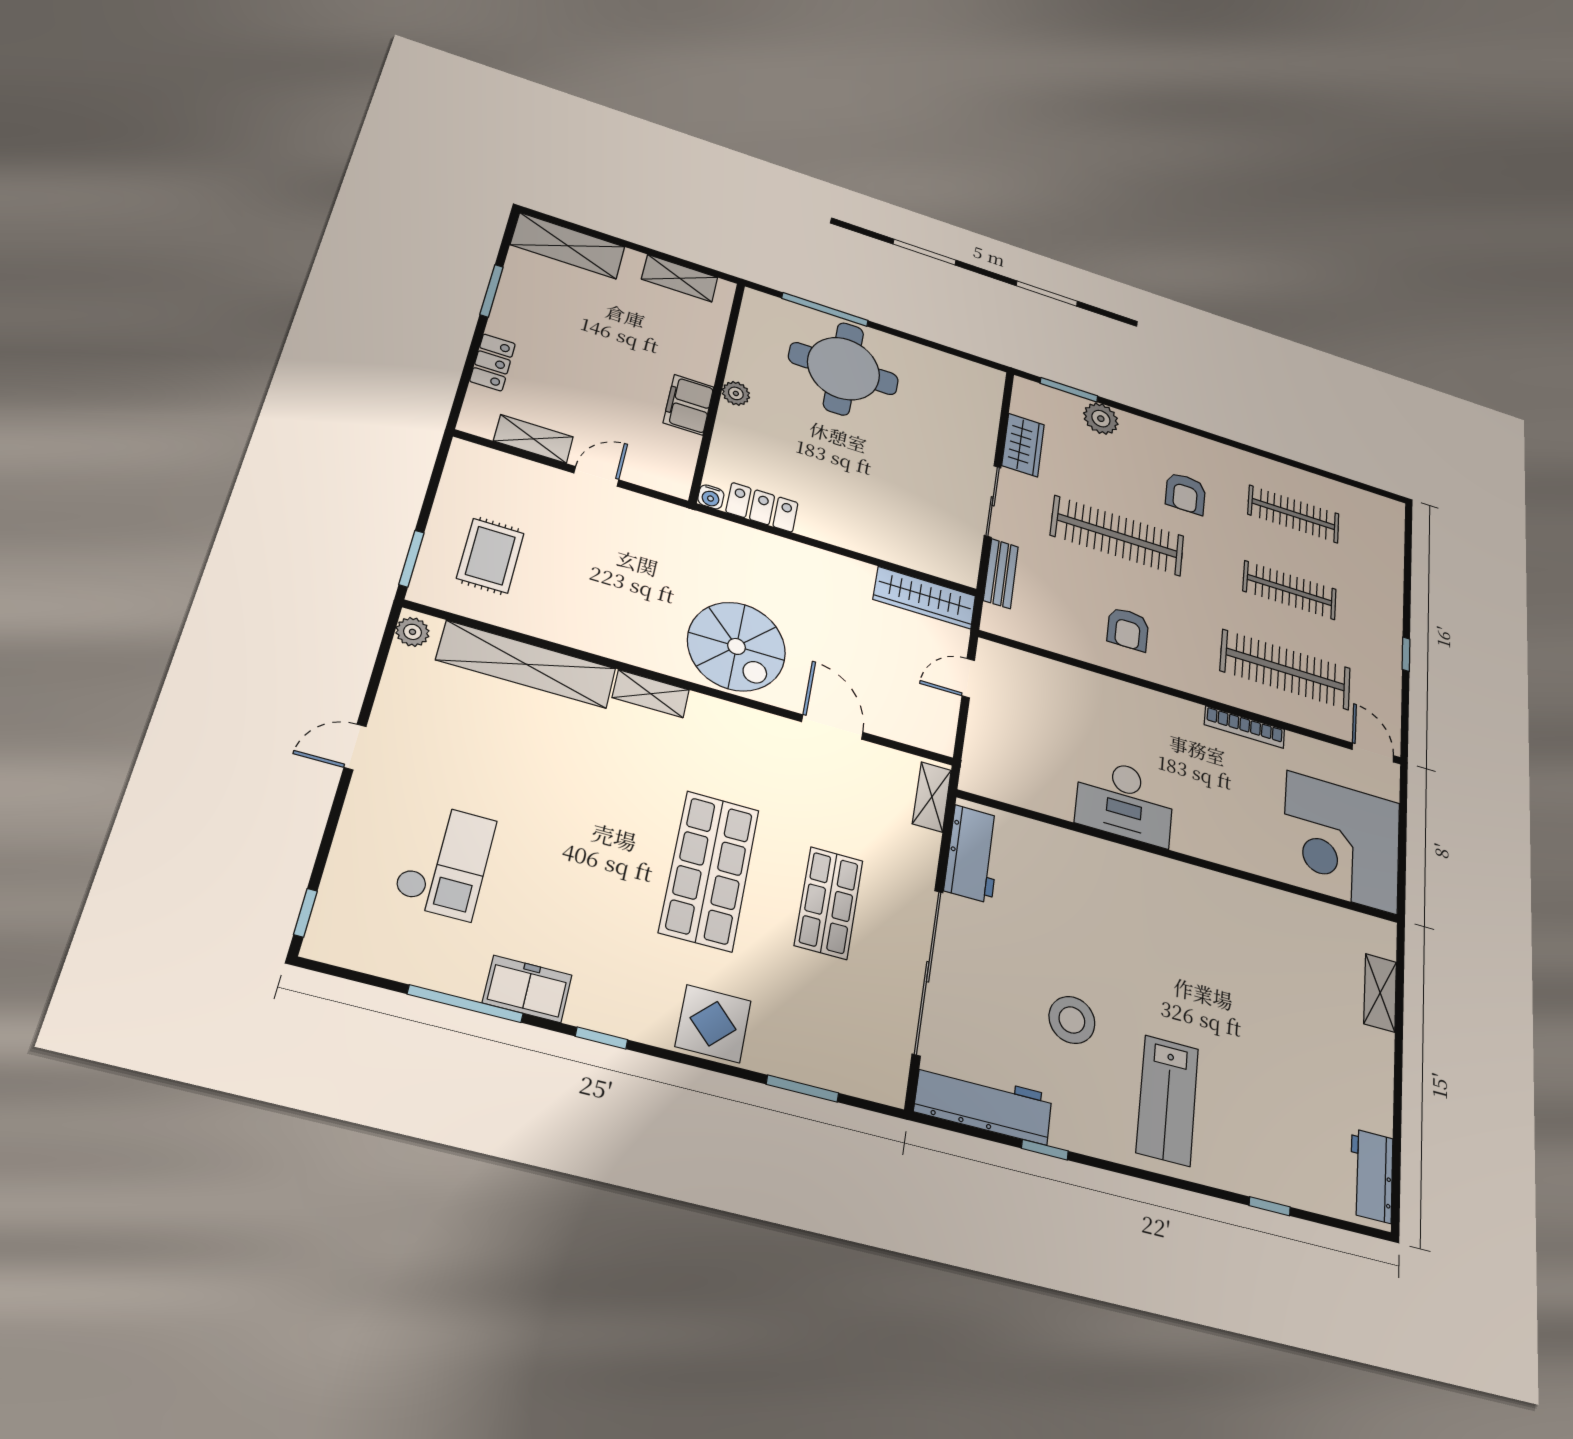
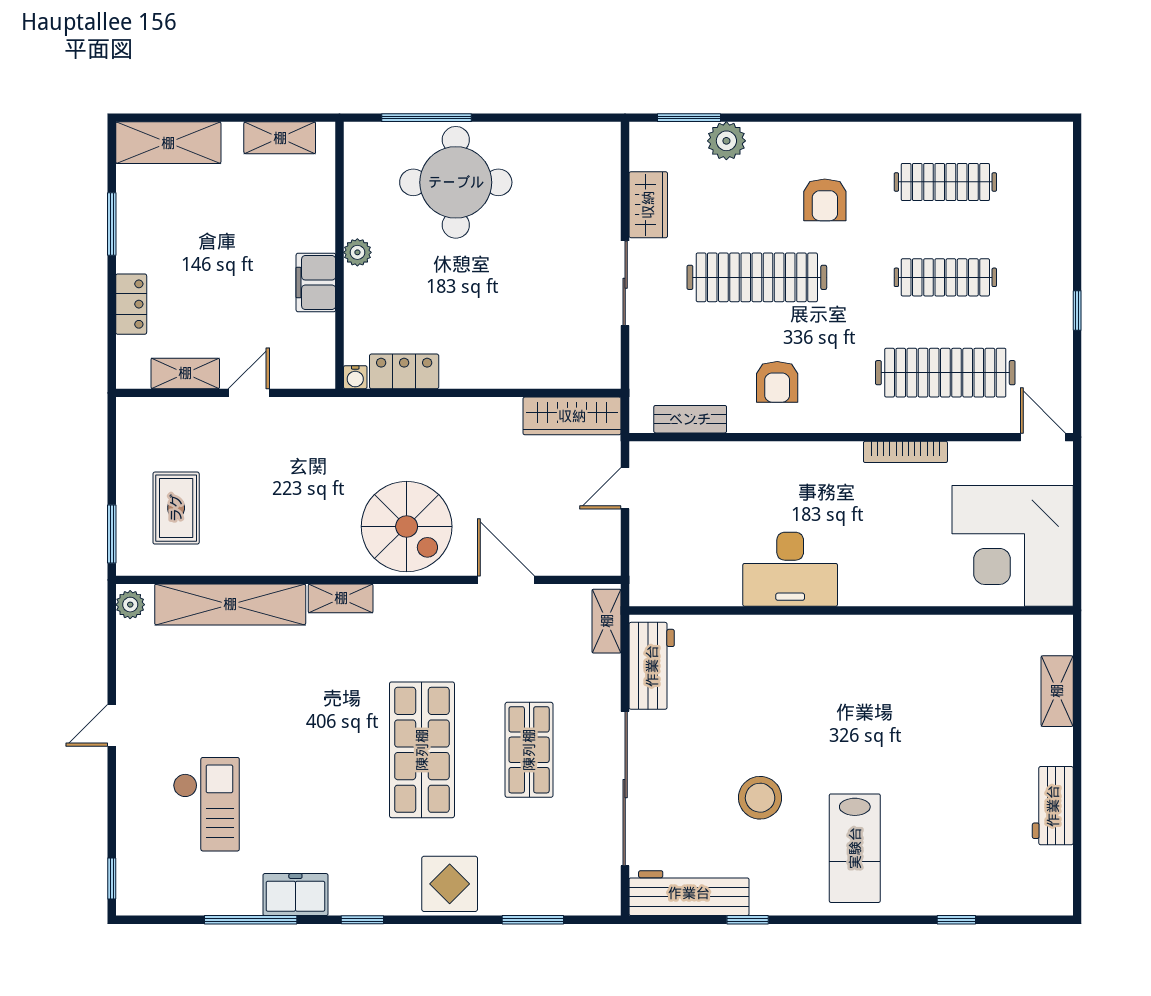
bench: (1001, 574) -> (690, 419), moved, turned 90
workbench: (1371, 1176) -> (1053, 806), moved

